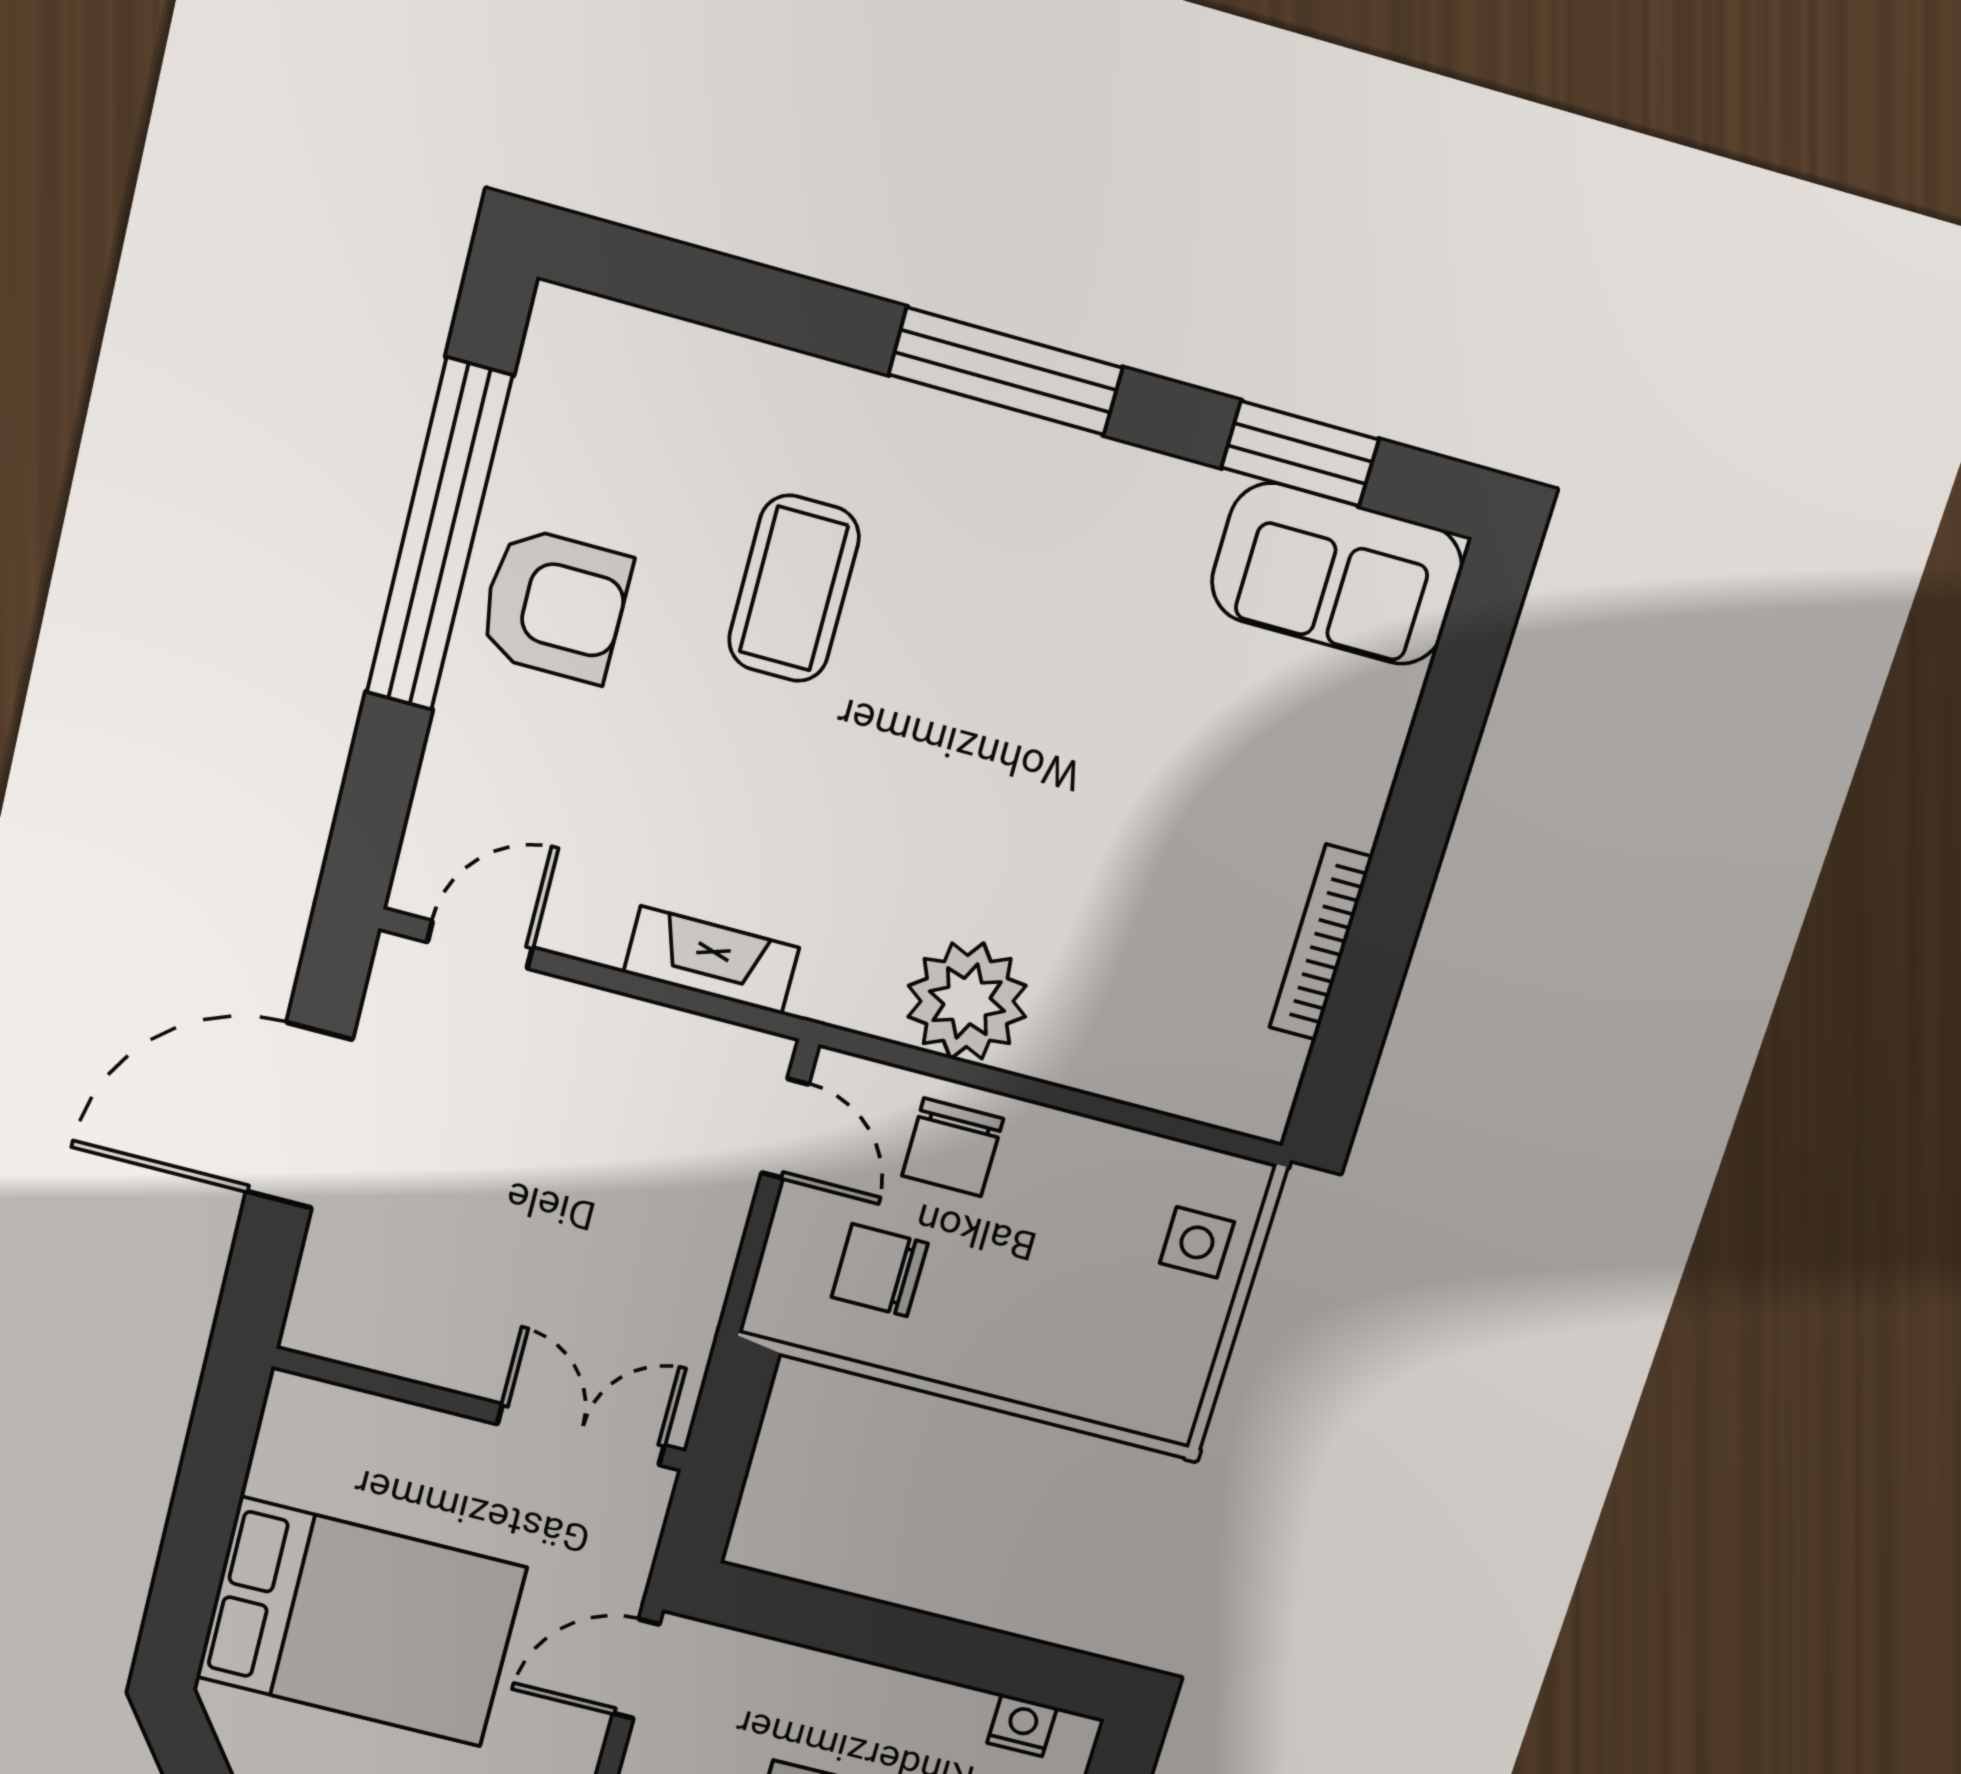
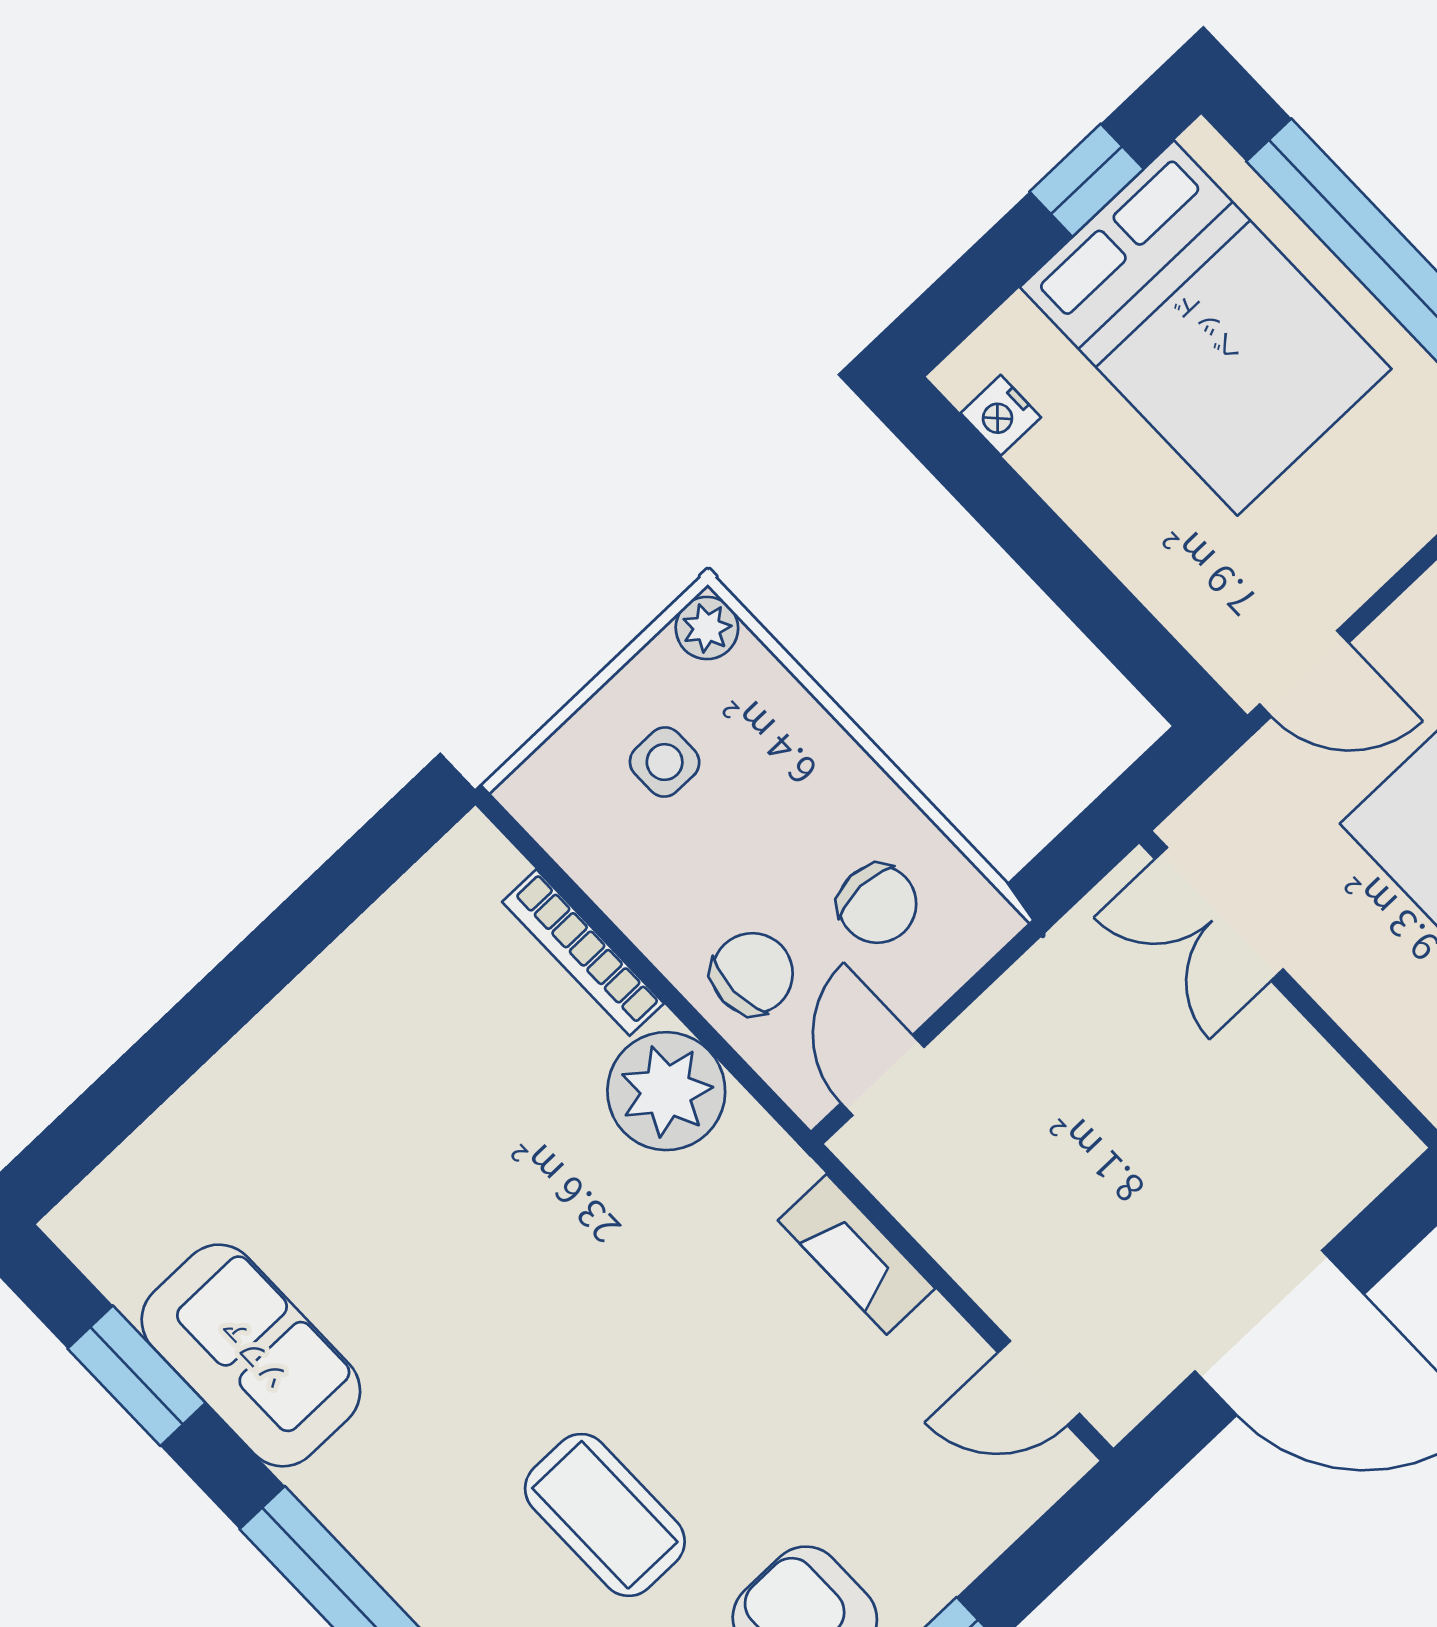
sofa: (1337, 574) -> (251, 1355), moved
coffee table: (794, 589) -> (605, 1515), turned 90
bookcase: (1321, 942) -> (583, 953), moved, turned 90
side table: (1197, 1242) -> (665, 762), moved
plant: (1168, 1412) -> (707, 628), added

